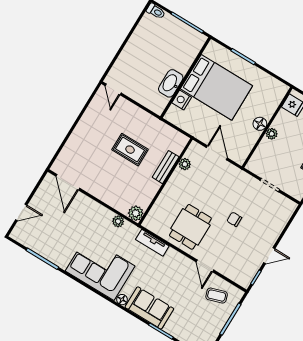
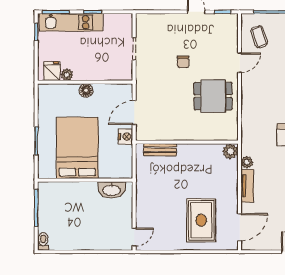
washbasin: (171, 83) -> (112, 190), moved
nightstand: (182, 100) -> (126, 137), moved, turned -90
plant: (272, 134) -> (67, 75), moved
rug: (130, 150) -> (201, 220), moved, width x1.36, depth x1.43
plant: (185, 164) -> (161, 135), removed
bench: (166, 167) -> (160, 150), moved
tv unit: (152, 243) -> (247, 186), moved

